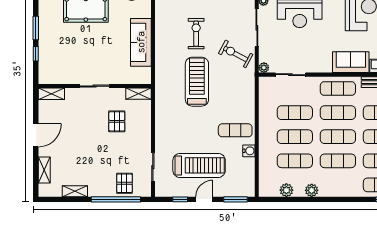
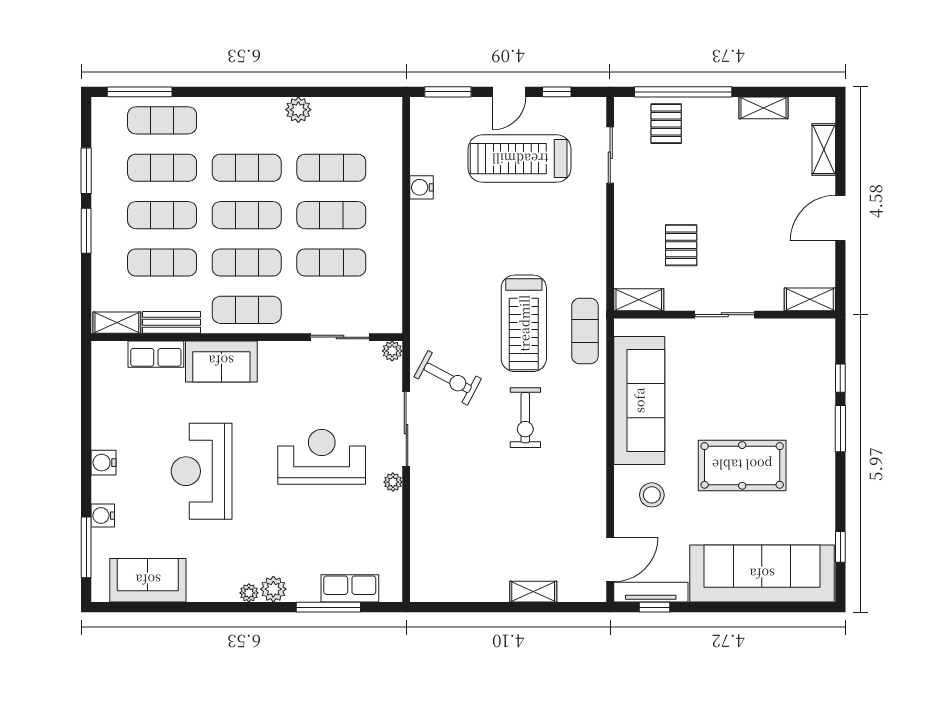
sofa: (141, 42) -> (639, 400), width x1.36, depth x1.27
exercise mat: (235, 130) -> (585, 331), moved, turned 90
plant: (286, 190) -> (348, 110), removed

